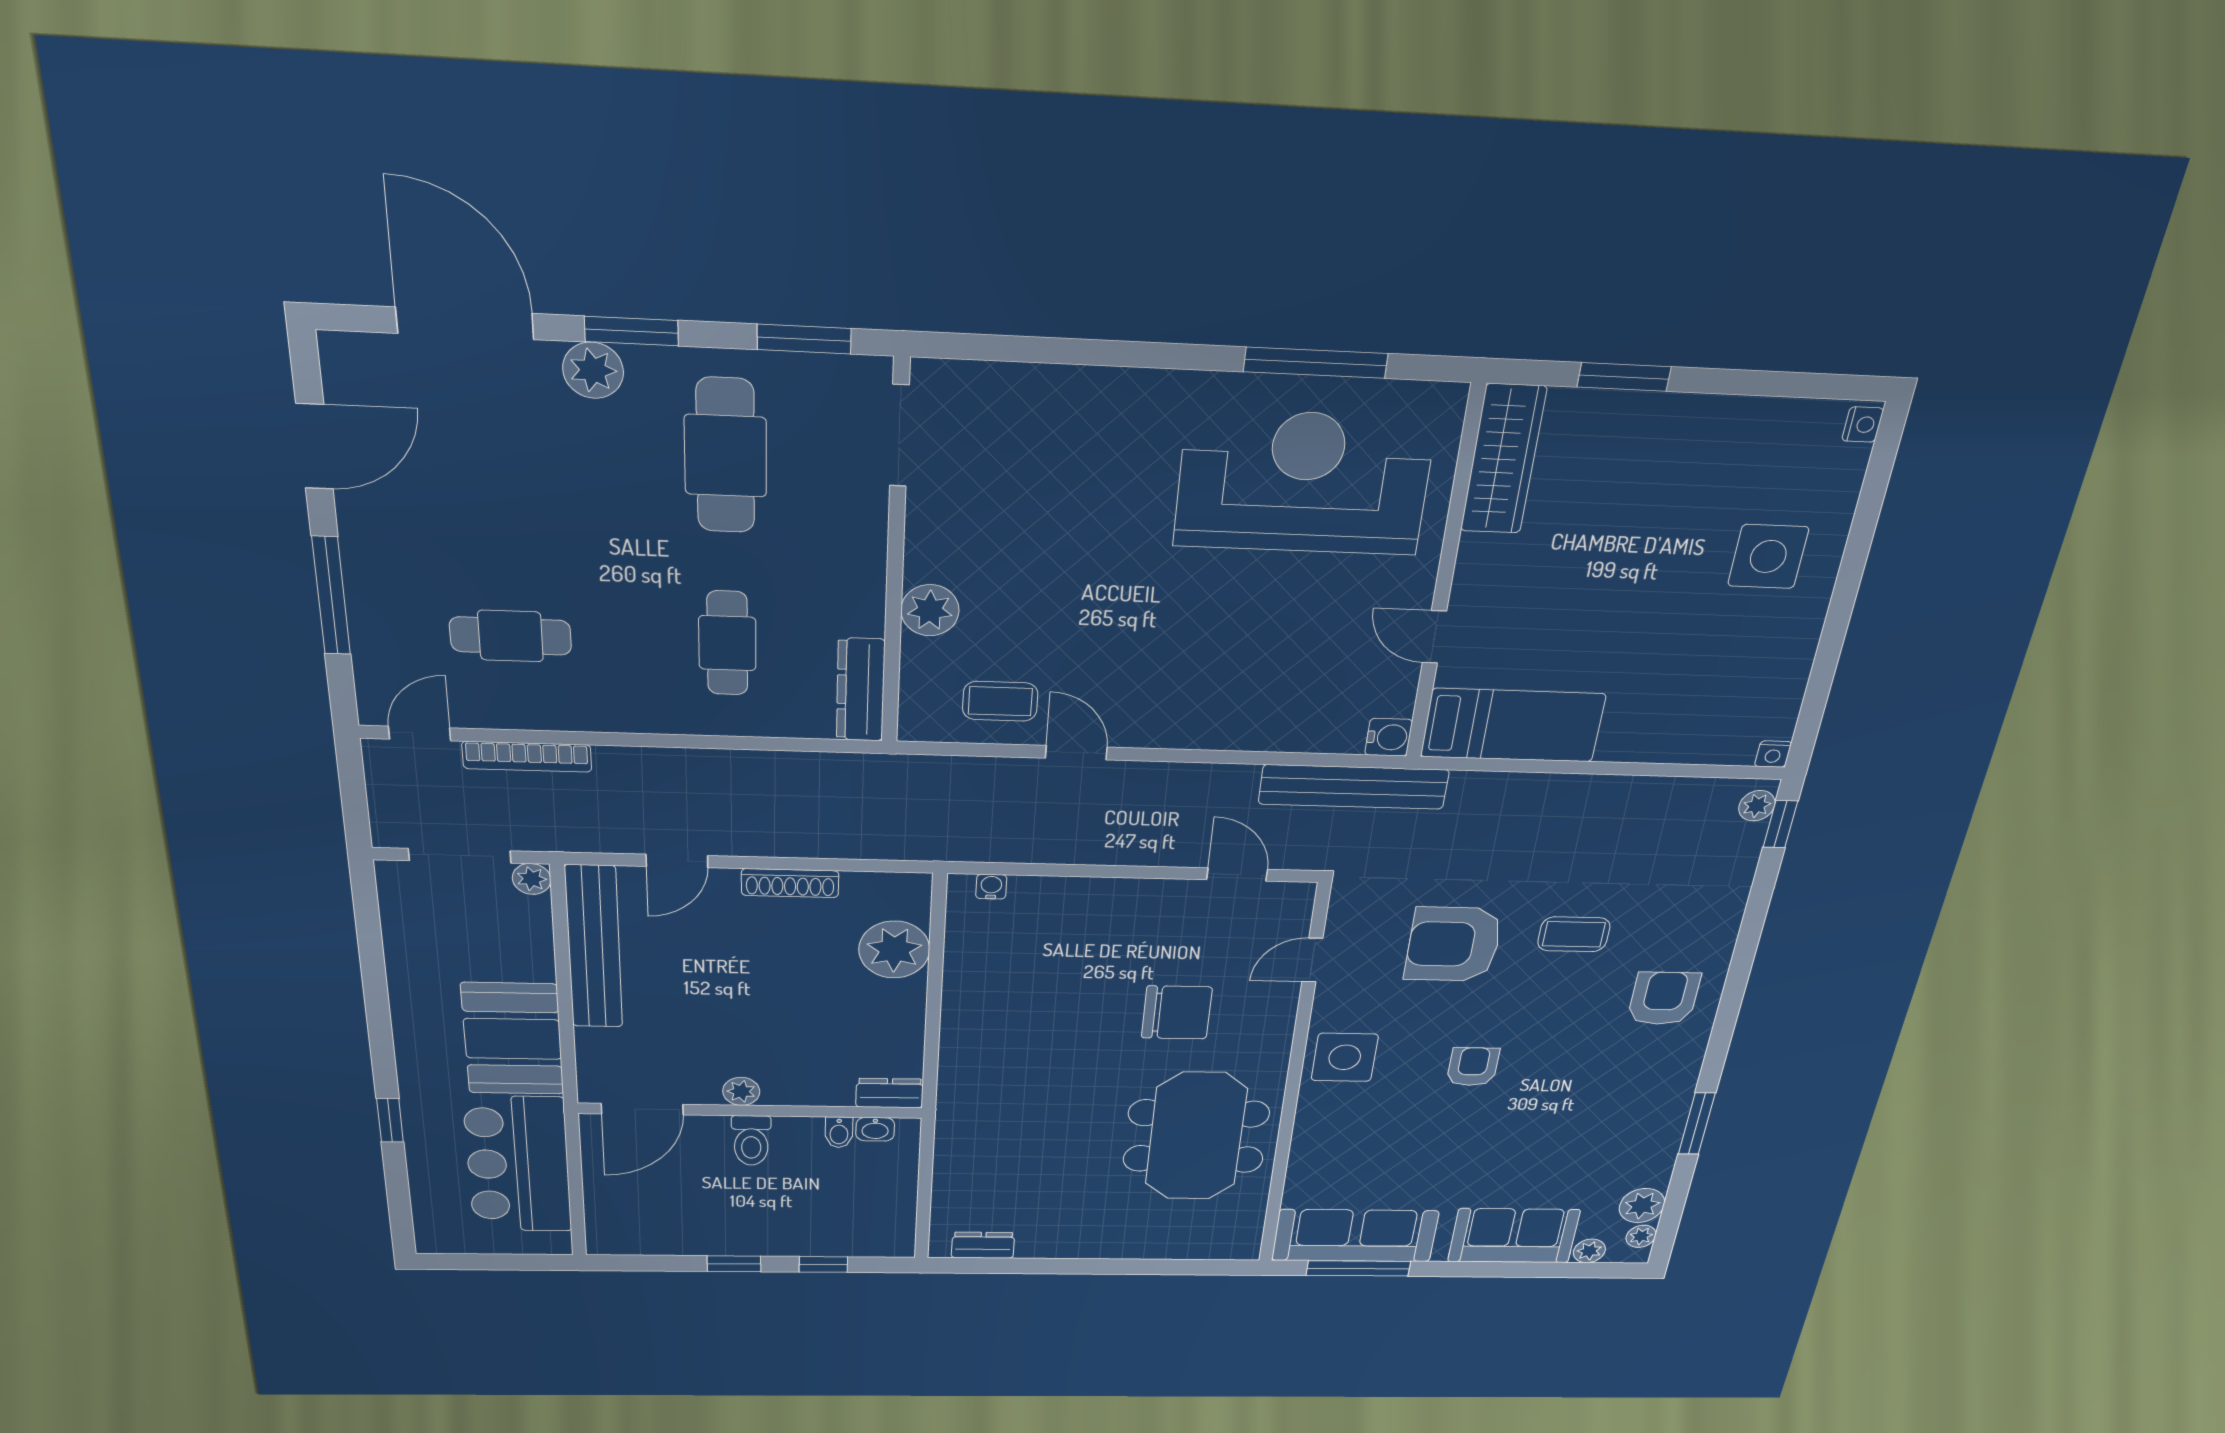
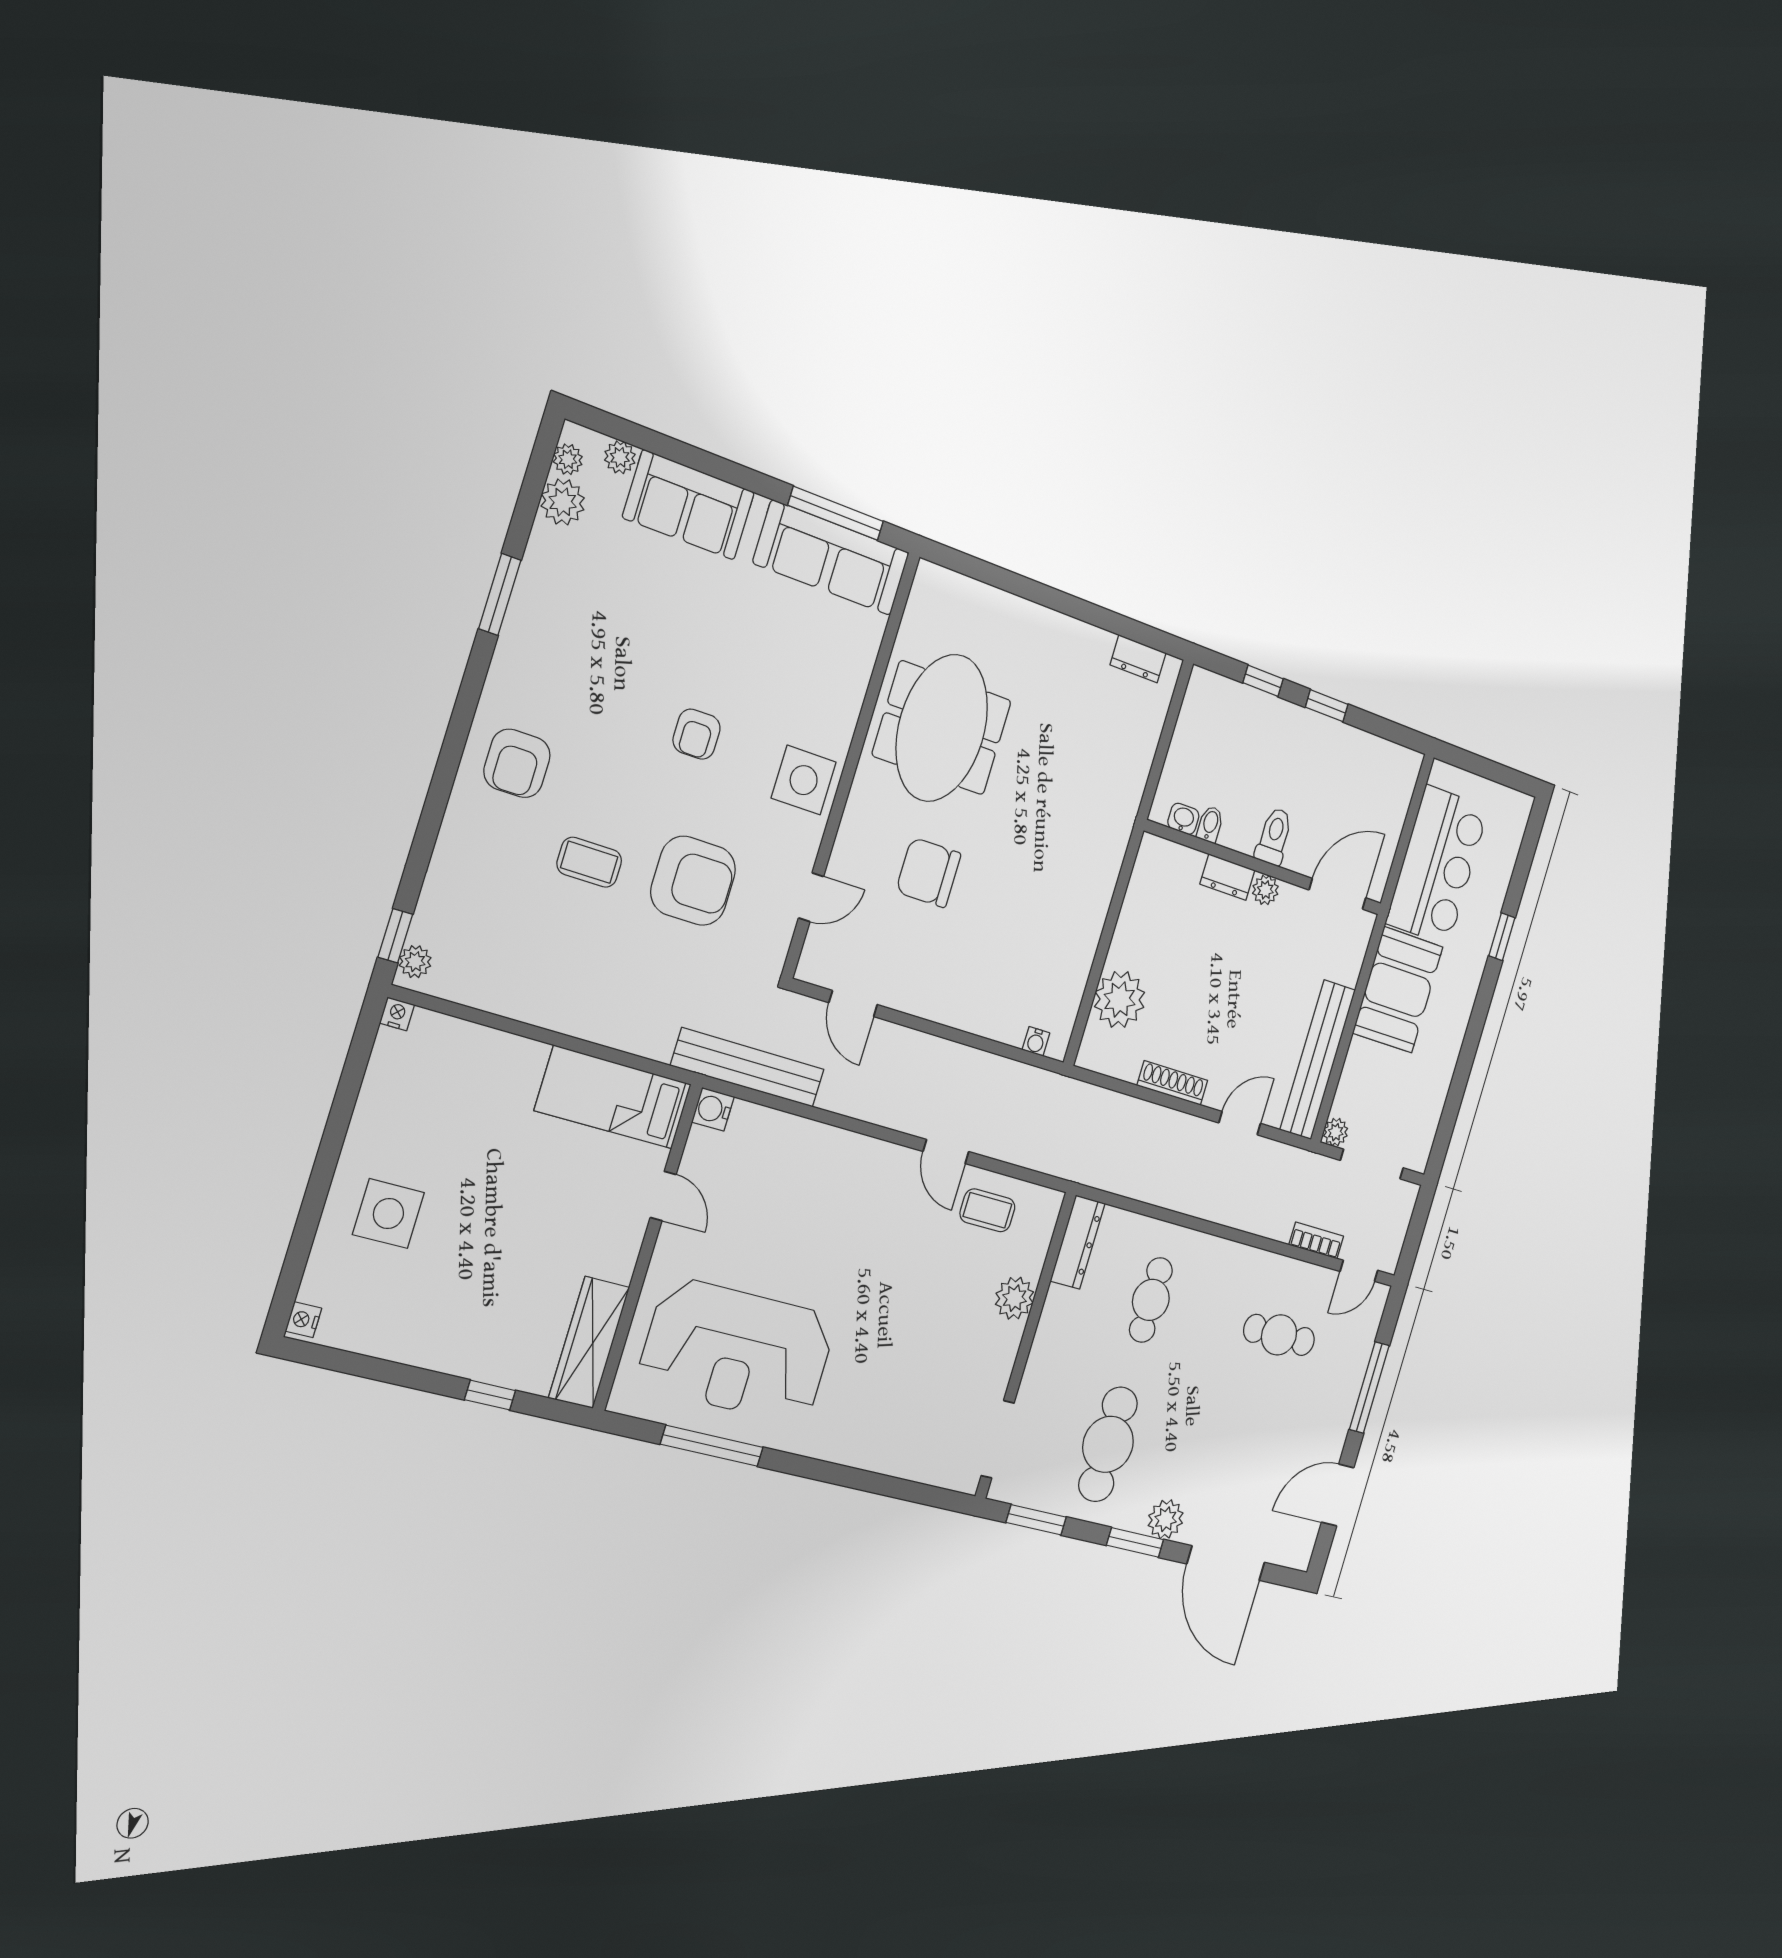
window: (1624, 377) -> (490, 1395), width x0.67
bookcase: (527, 757) -> (1316, 1240), width x0.64
dresser: (890, 1093) -> (1227, 877), moved

